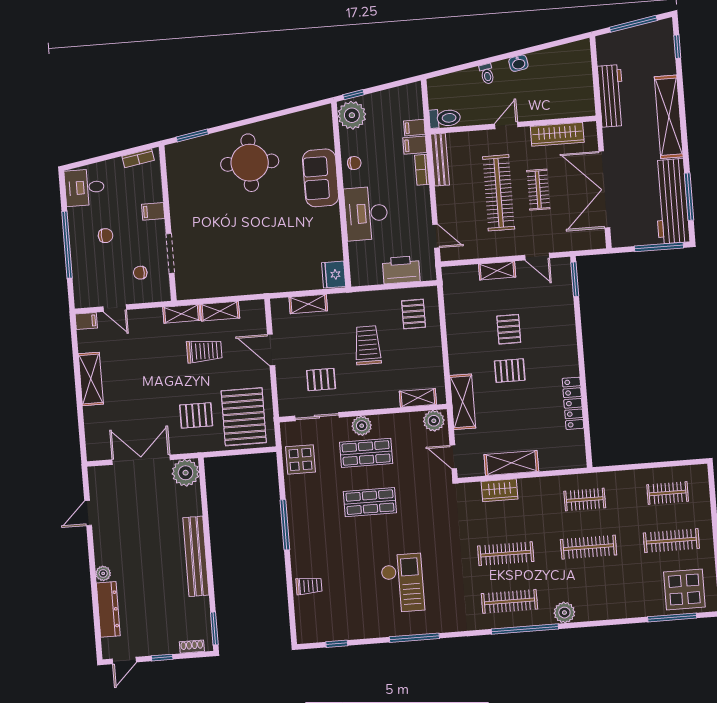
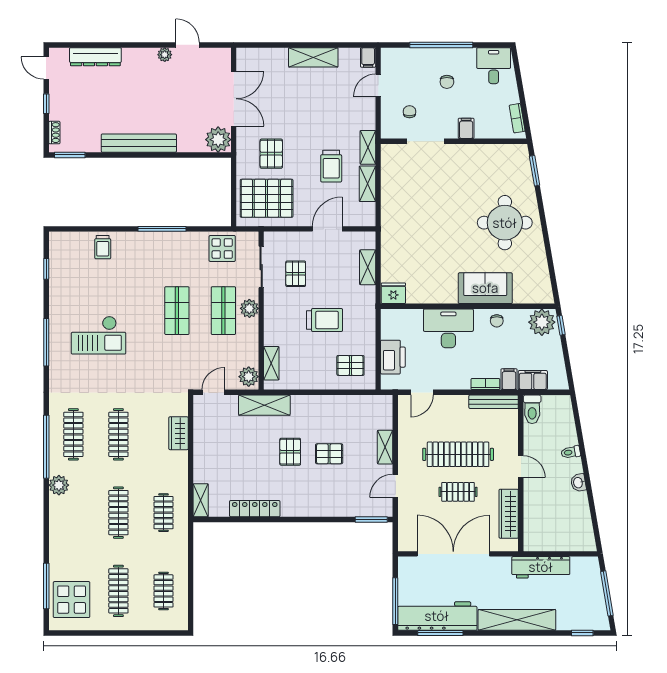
filing cabinet: (414, 128) -> (533, 380), width x2.00
shelving: (511, 463) -> (201, 500), moved, width x0.67, depth x0.75
plant: (103, 573) -> (165, 55), moved

